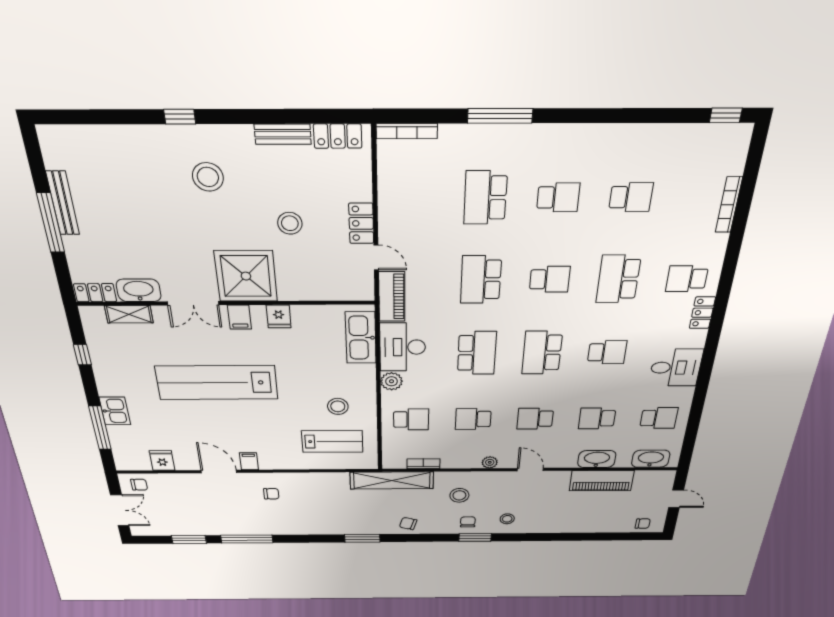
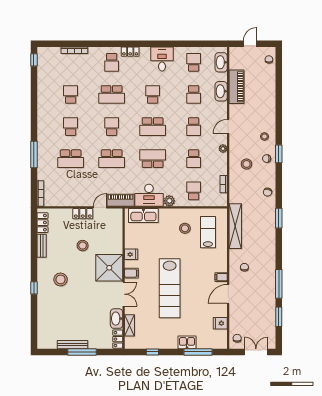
shelving: (392, 480) -> (235, 226), moved

